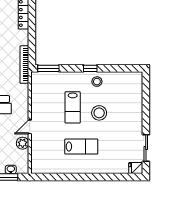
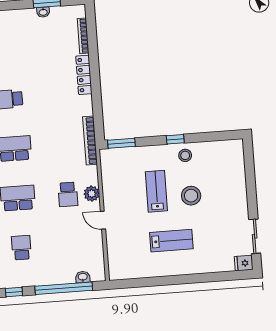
lab bench: (73, 107) -> (156, 191), turned 180
door: (30, 127) -> (103, 220), hinge flipped
plant: (23, 143) -> (92, 194), moved

